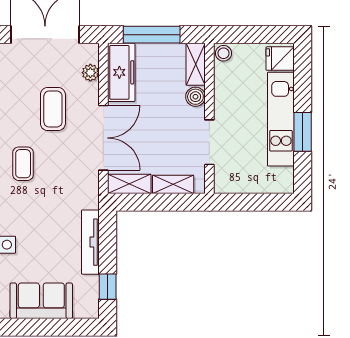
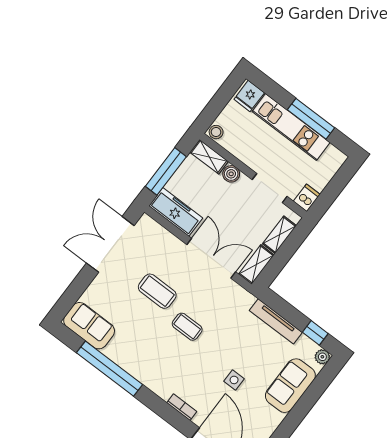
plant: (90, 73) -> (322, 357), moved
coffee table: (53, 109) -> (157, 291), moved
window: (303, 132) -> (311, 119), width x1.44
dishwasher: (227, 184) -> (307, 198), added

